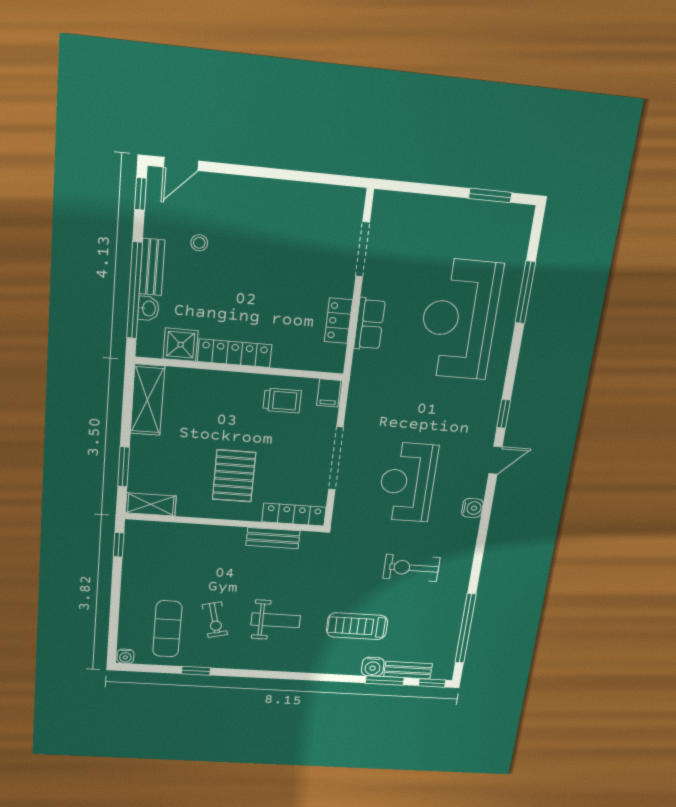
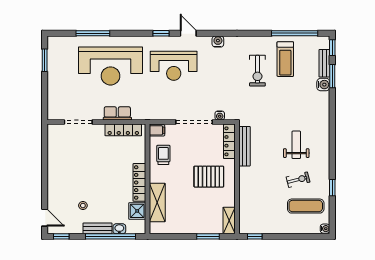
locker: (338, 321) -> (123, 130), width x1.53
shelving: (147, 400) -> (157, 203), moved, turned 90
reception desk: (408, 482) -> (174, 66), moved
water cooler: (342, 502) -> (220, 115), added
bench: (273, 538) -> (245, 146), width x1.36
treadmill: (357, 626) -> (285, 59), moved

